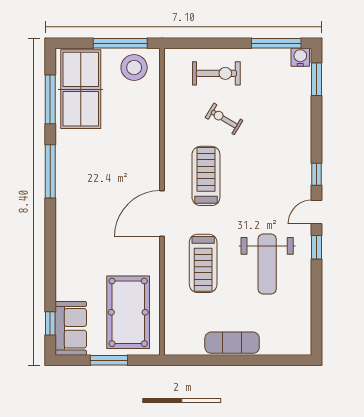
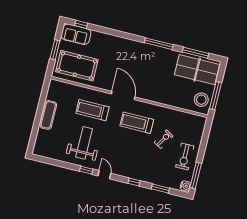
exercise bike: (216, 73) -> (185, 157), moved
window: (317, 79) -> (160, 189), moved
window: (317, 174) -> (134, 182), moved
treadmill: (206, 176) -> (137, 123), turned 180
weight bench: (267, 264) -> (84, 143), turned 90

